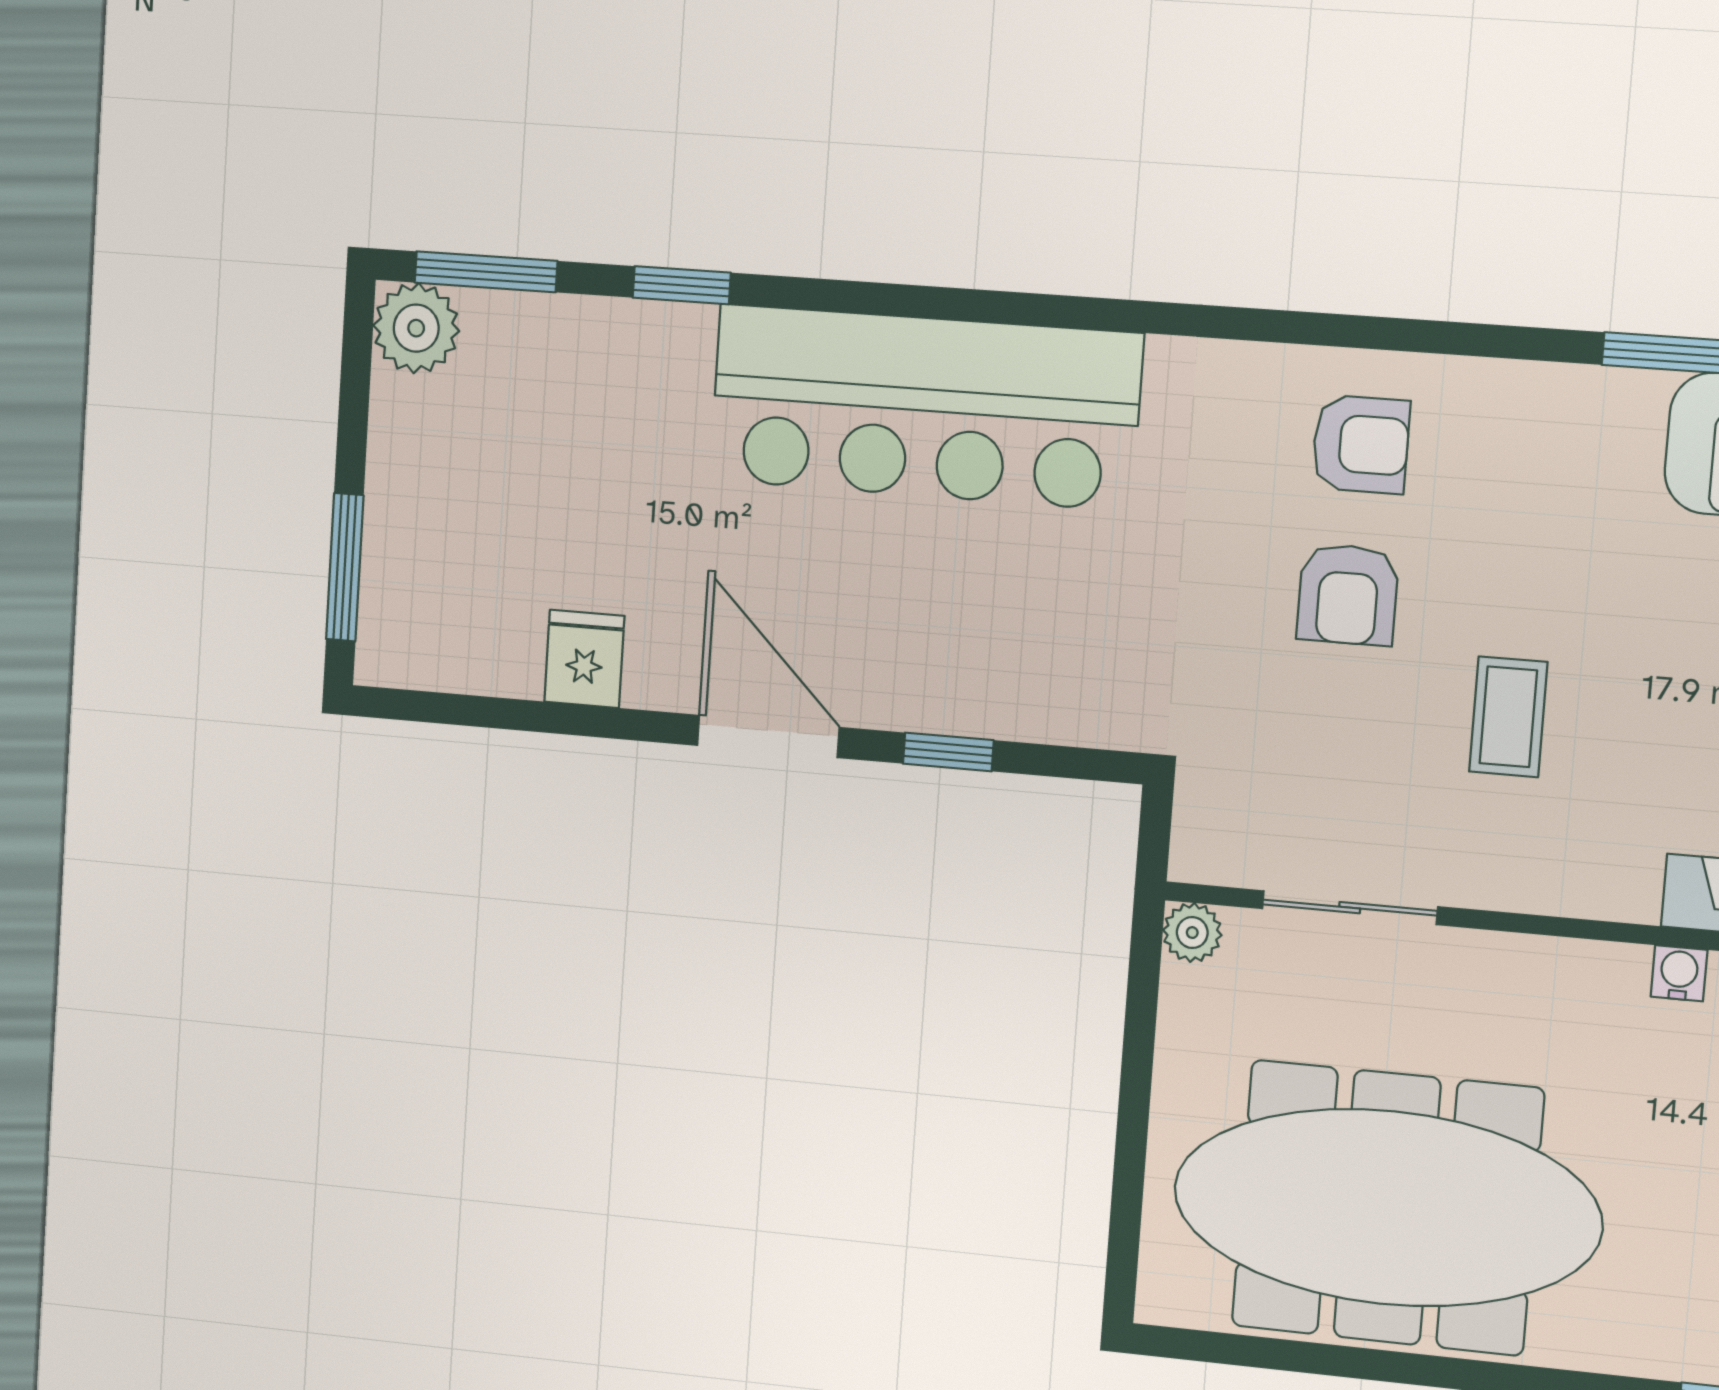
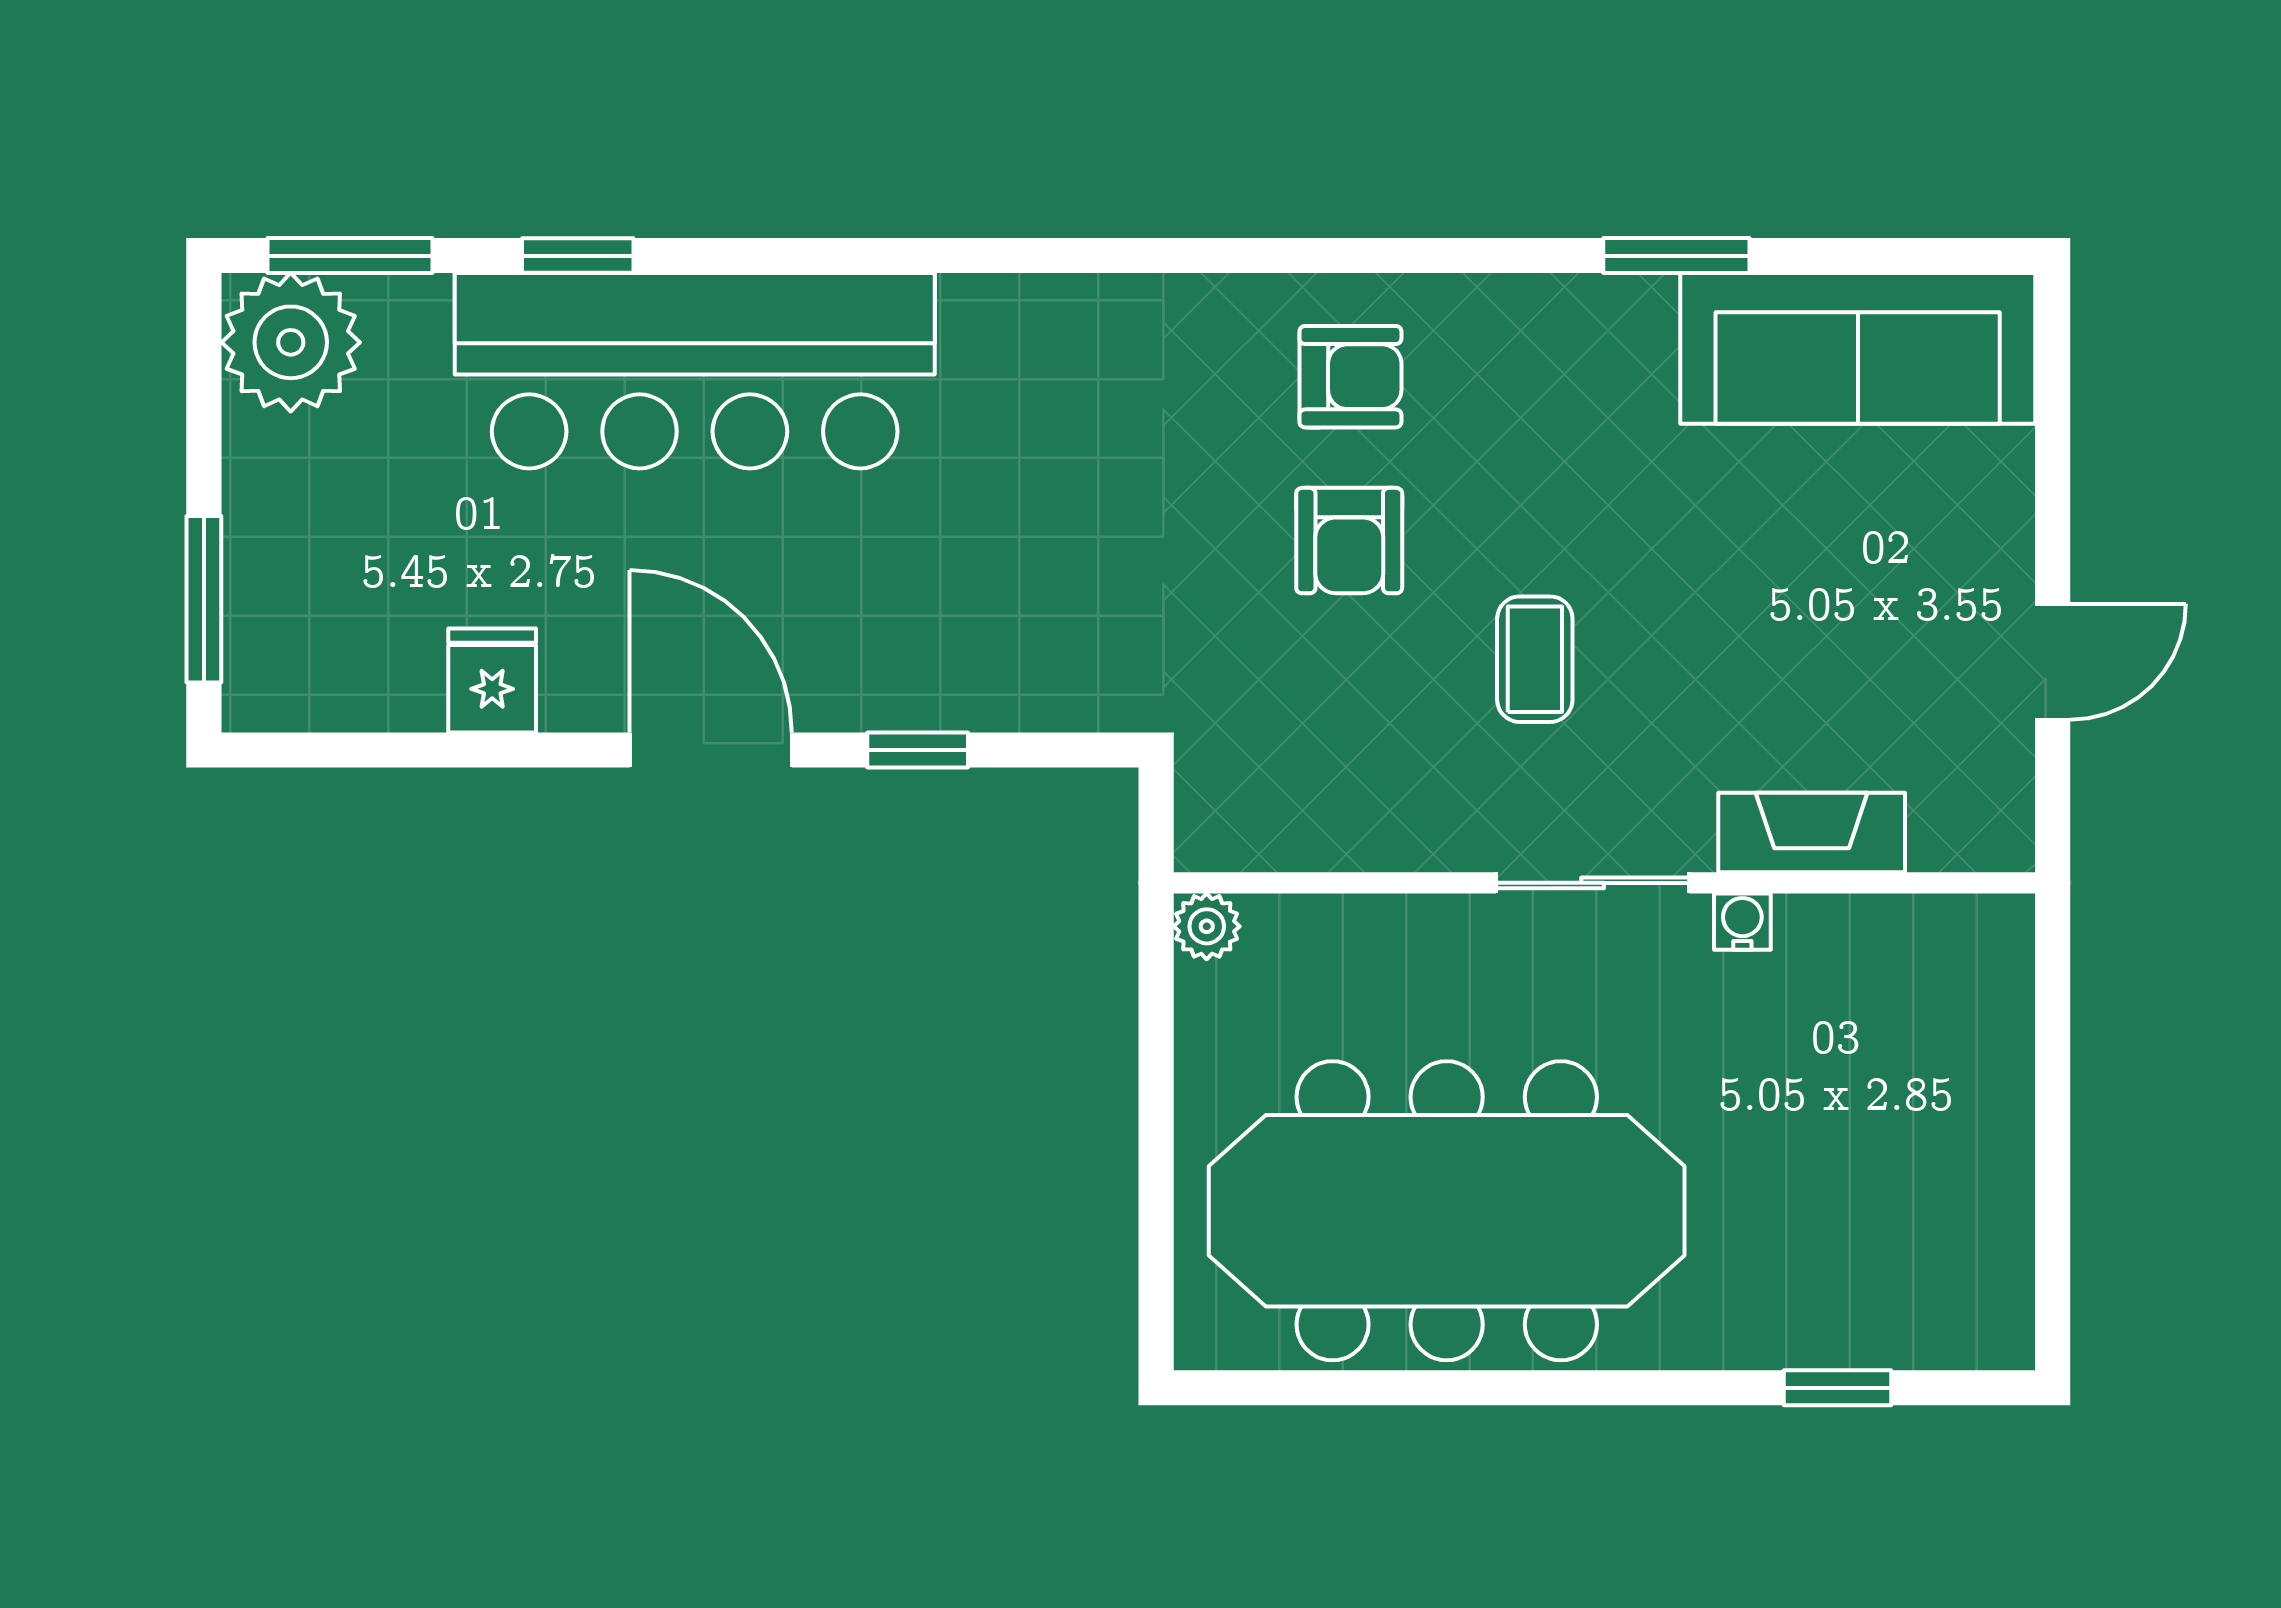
plant: (416, 328) -> (291, 342), width x1.36, depth x1.36
bar counter: (925, 407) -> (695, 371), moved
sliding door: (1350, 908) -> (1593, 883), moved

